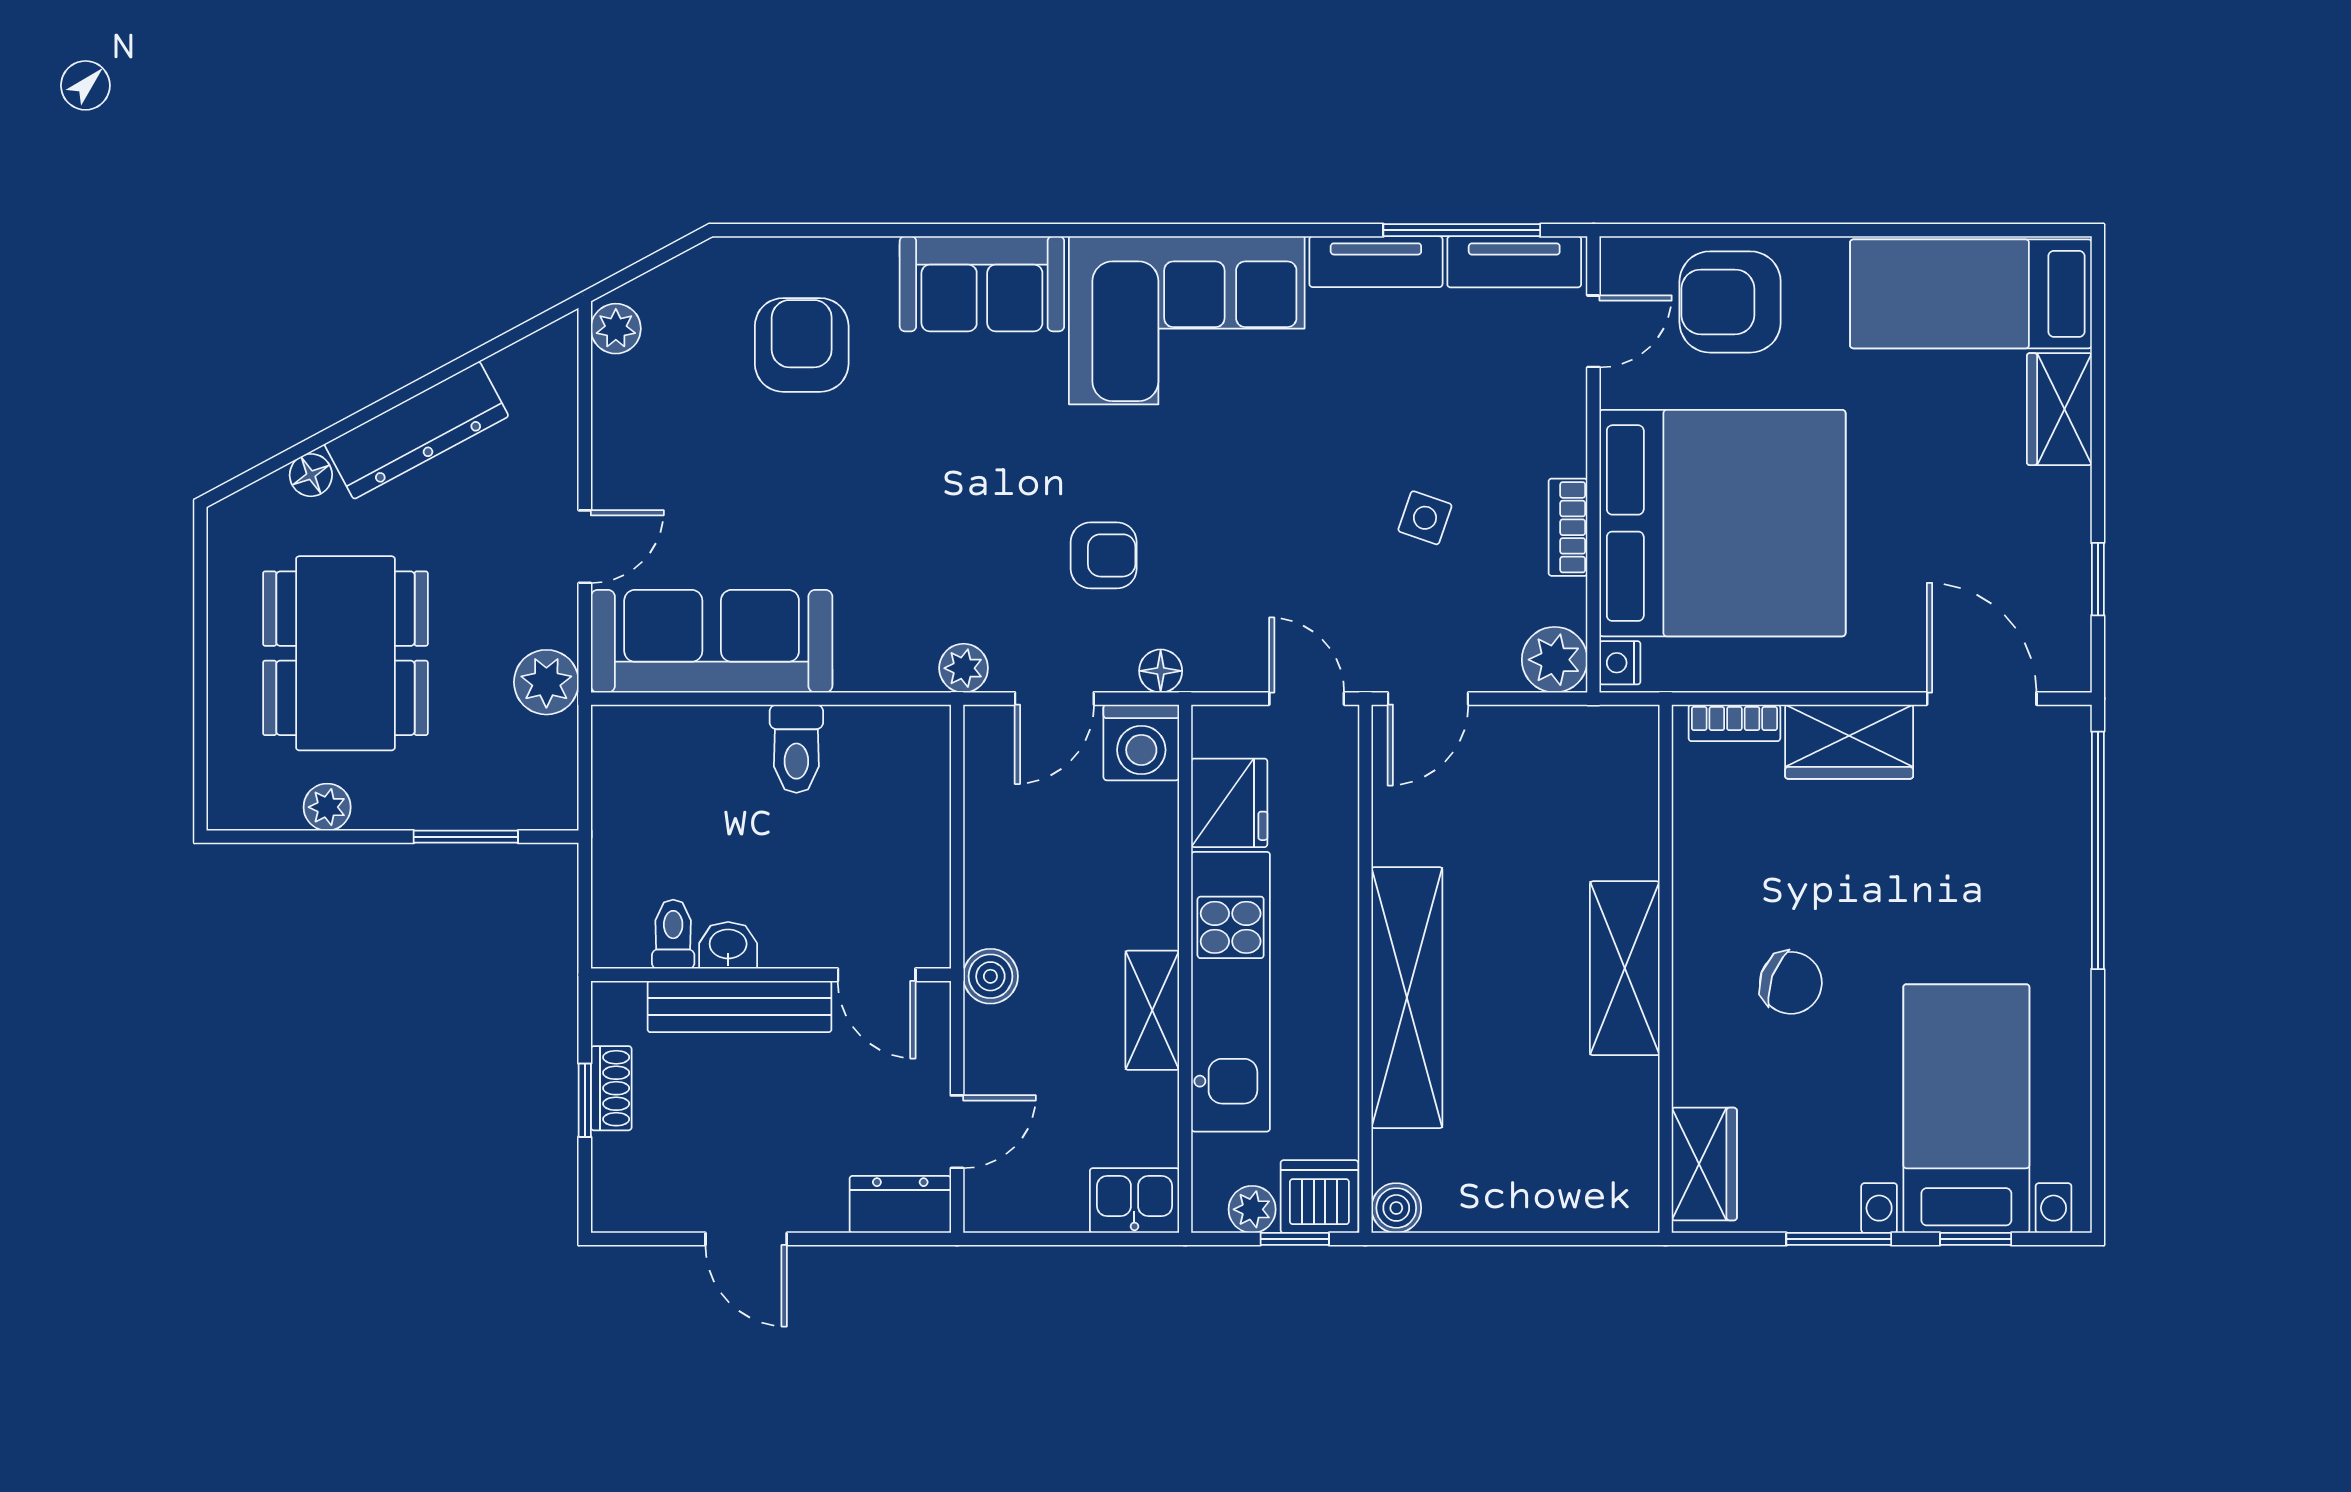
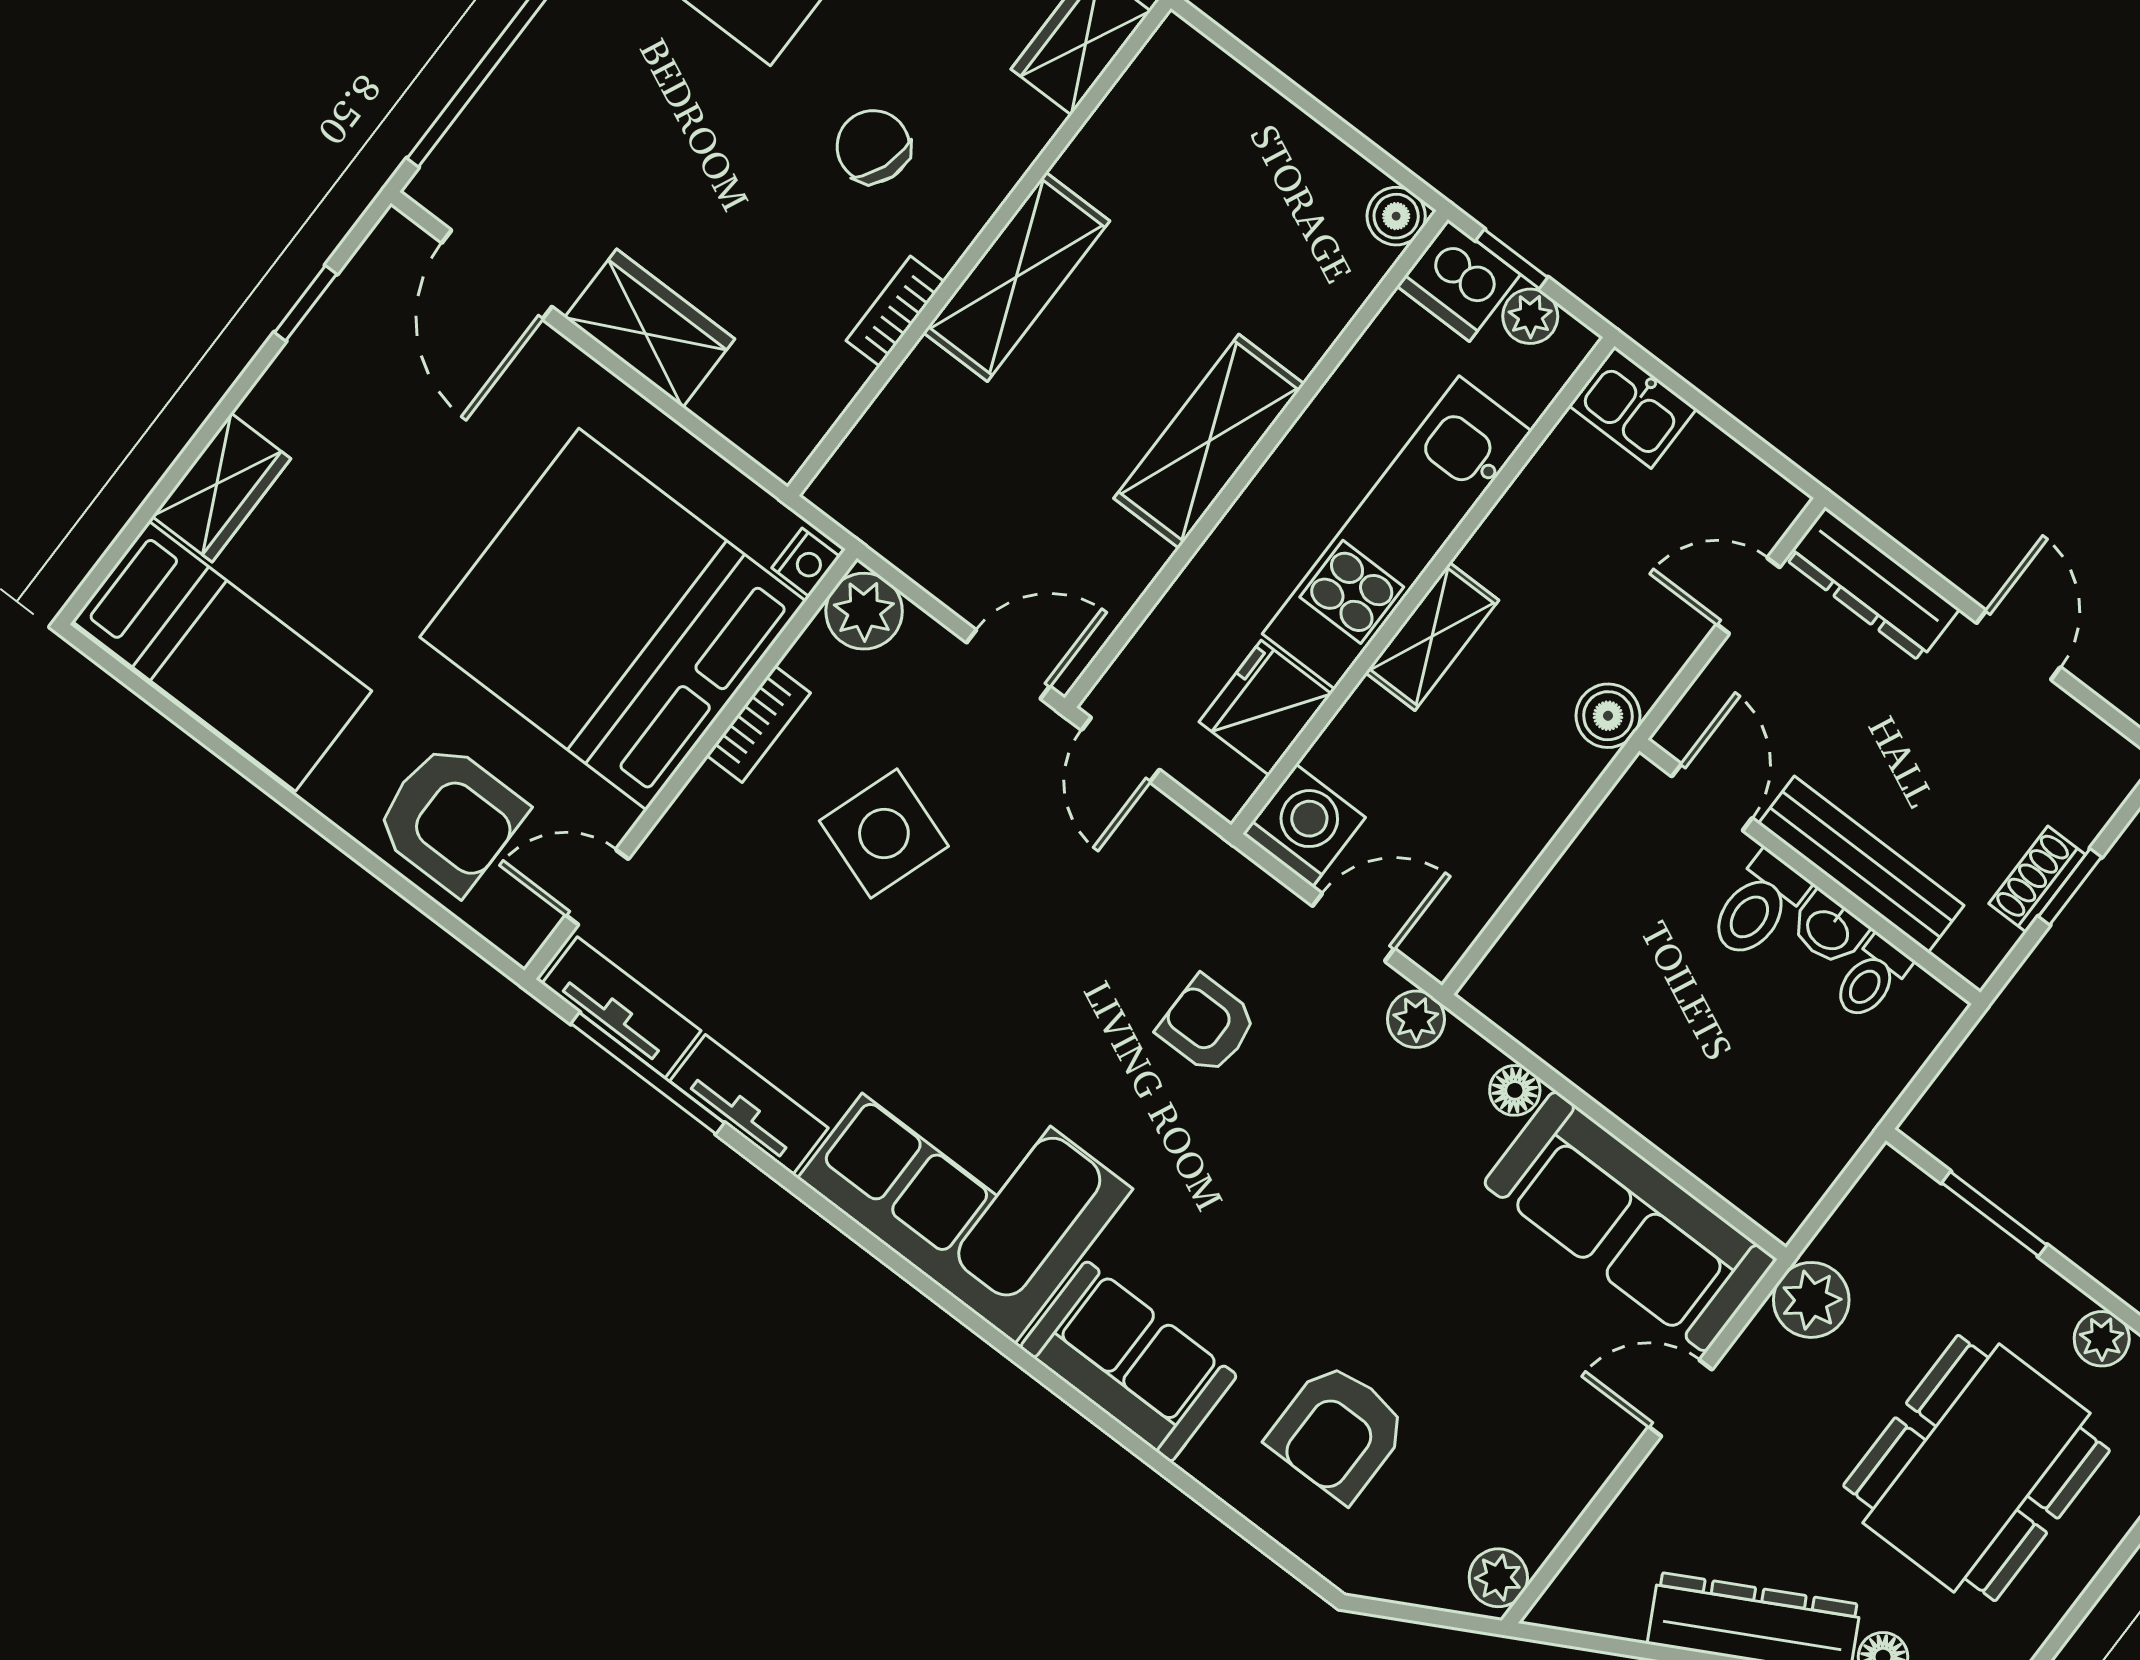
side table: (1425, 518) -> (884, 833), width x1.87, depth x1.87
floor lamp: (1161, 671) -> (1515, 1090), moved
bookcase: (1734, 723) -> (895, 311), moved, turned -90
toilet: (796, 749) -> (1758, 905), moved, turned 180
shelving: (1407, 998) -> (1209, 441), width x0.68
shelving: (1152, 1010) -> (1432, 636), moved
dresser: (900, 1204) -> (1872, 584), width x1.44

